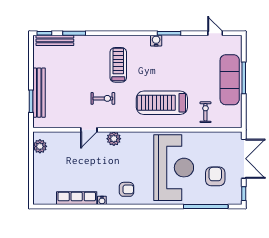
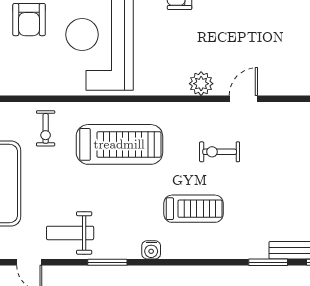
water cooler: (156, 41) -> (151, 250), moved
weight bench: (191, 51) -> (70, 233), added
treadmill: (118, 65) -> (193, 209), turned -90

